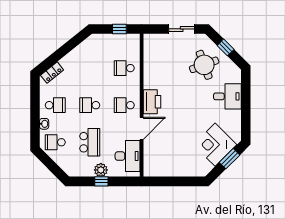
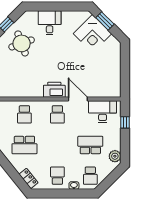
school desk: (90, 105) -> (24, 145), moved, width x1.85
plant: (101, 170) -> (115, 156), moved
window: (101, 181) -> (125, 122), moved

